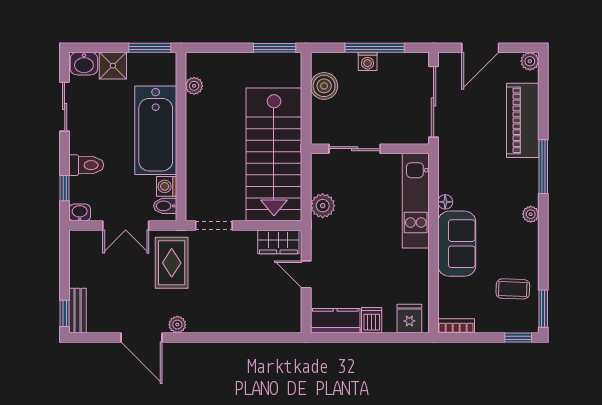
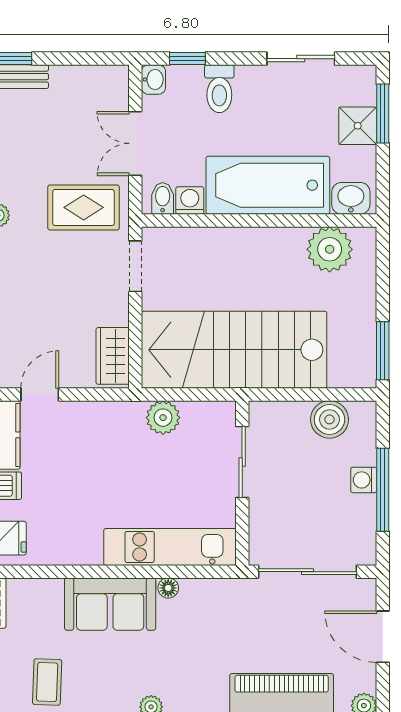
window: (150, 48) -> (383, 114), moved
washbasin: (84, 64) -> (351, 198), moved, turned 90
plant: (194, 86) -> (330, 249), width x1.87, depth x1.87
door: (306, 274) -> (40, 395), moved

